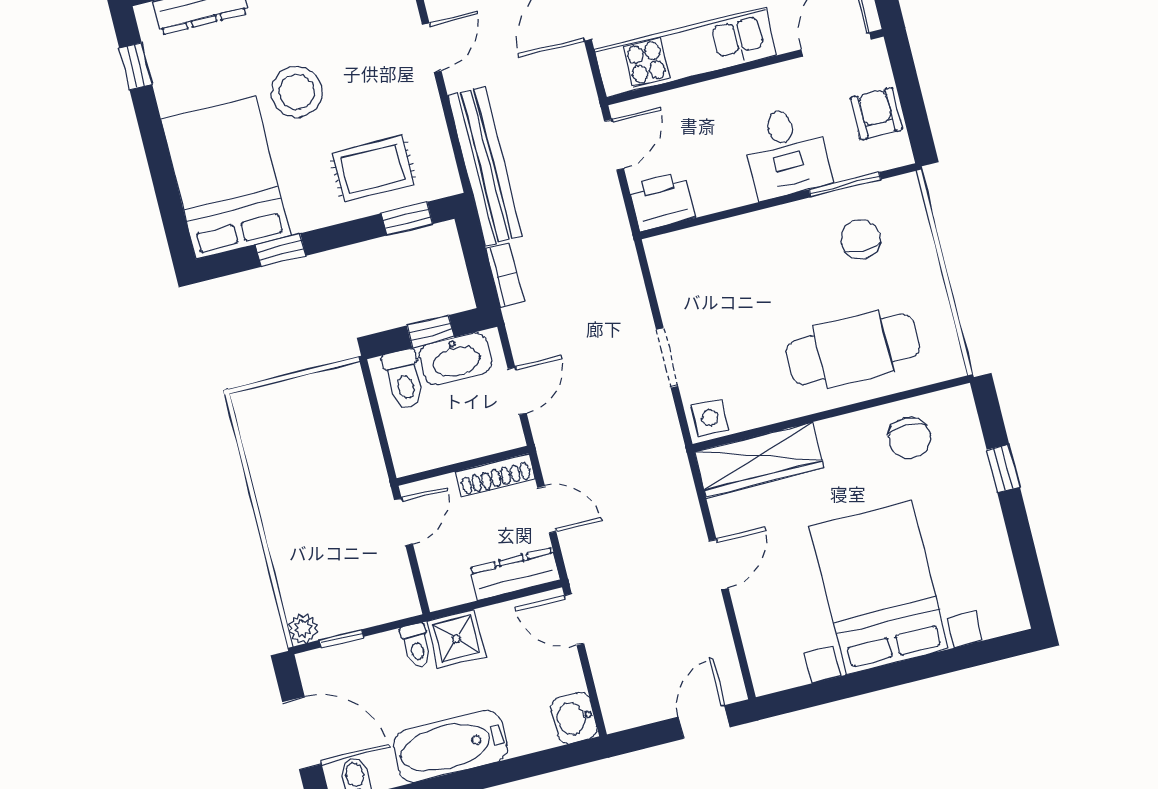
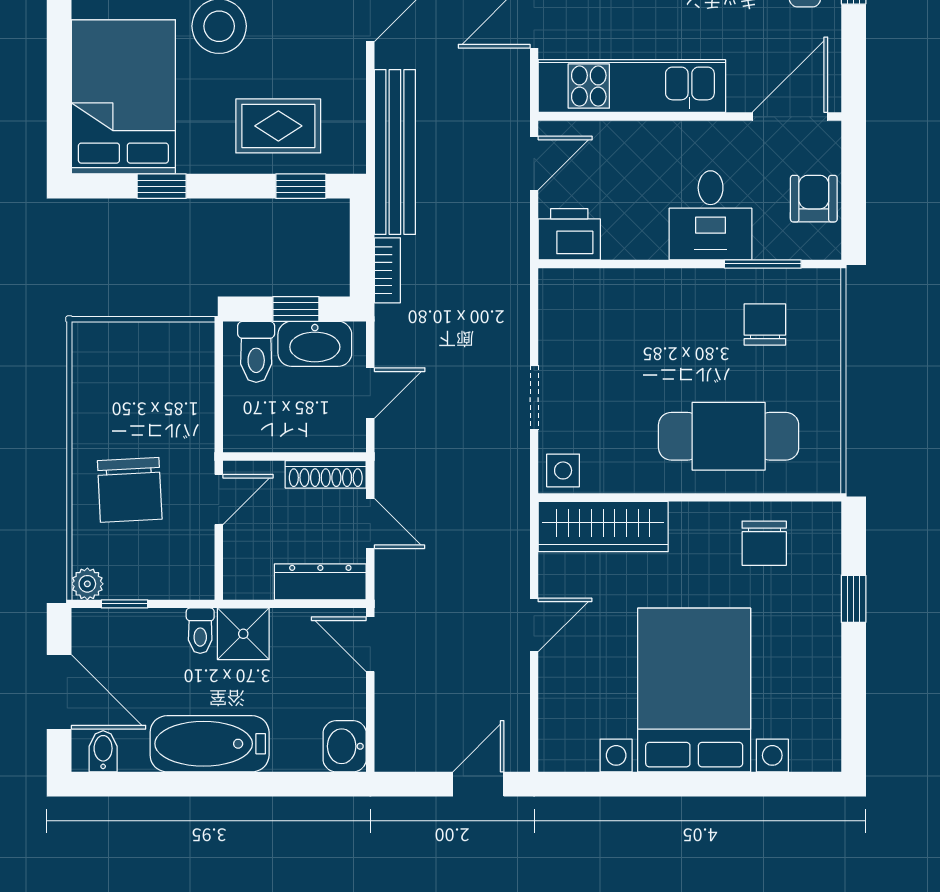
chair: (320, 534) -> (130, 490), added

